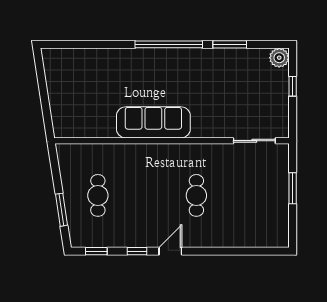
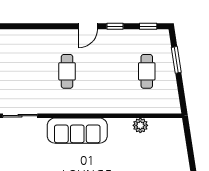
sofa: (153, 122) -> (77, 131), moved
plant: (106, 129) -> (140, 125), added

